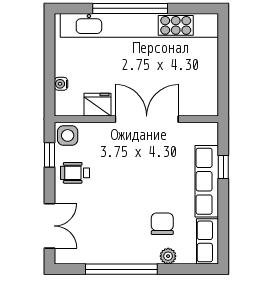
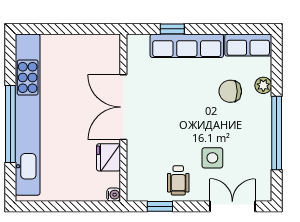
water cooler: (61, 84) -> (114, 195), moved, turned -90
side table: (68, 135) -> (212, 158), moved

